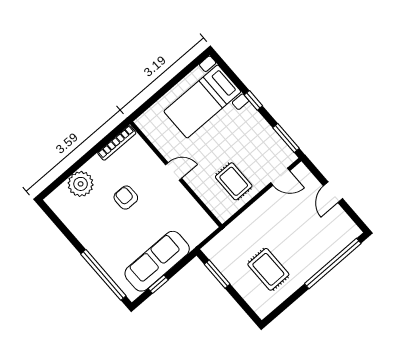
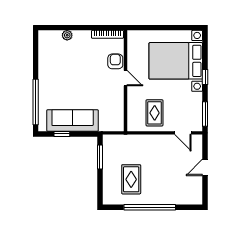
bed with nightstands: (202, 102) -> (176, 61), width x1.36
plant: (81, 184) -> (67, 35), width x0.53, depth x0.53
armchair: (126, 198) -> (115, 61), moved
window: (333, 263) -> (150, 207), moved

